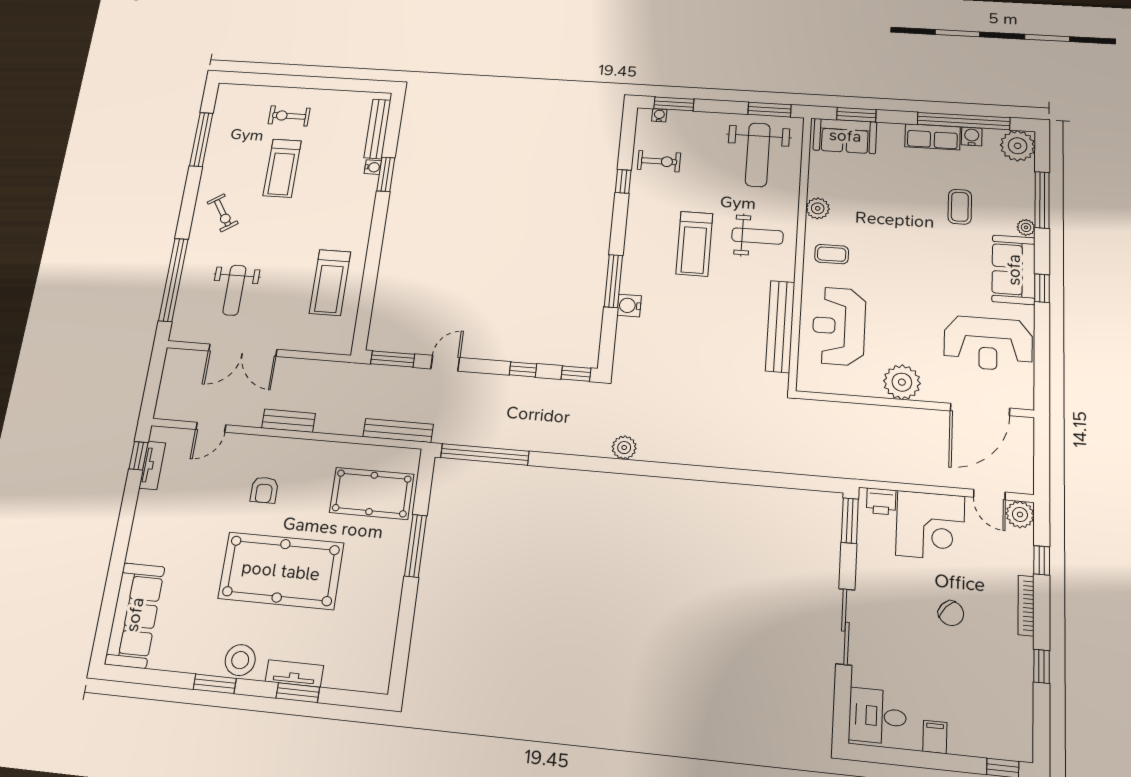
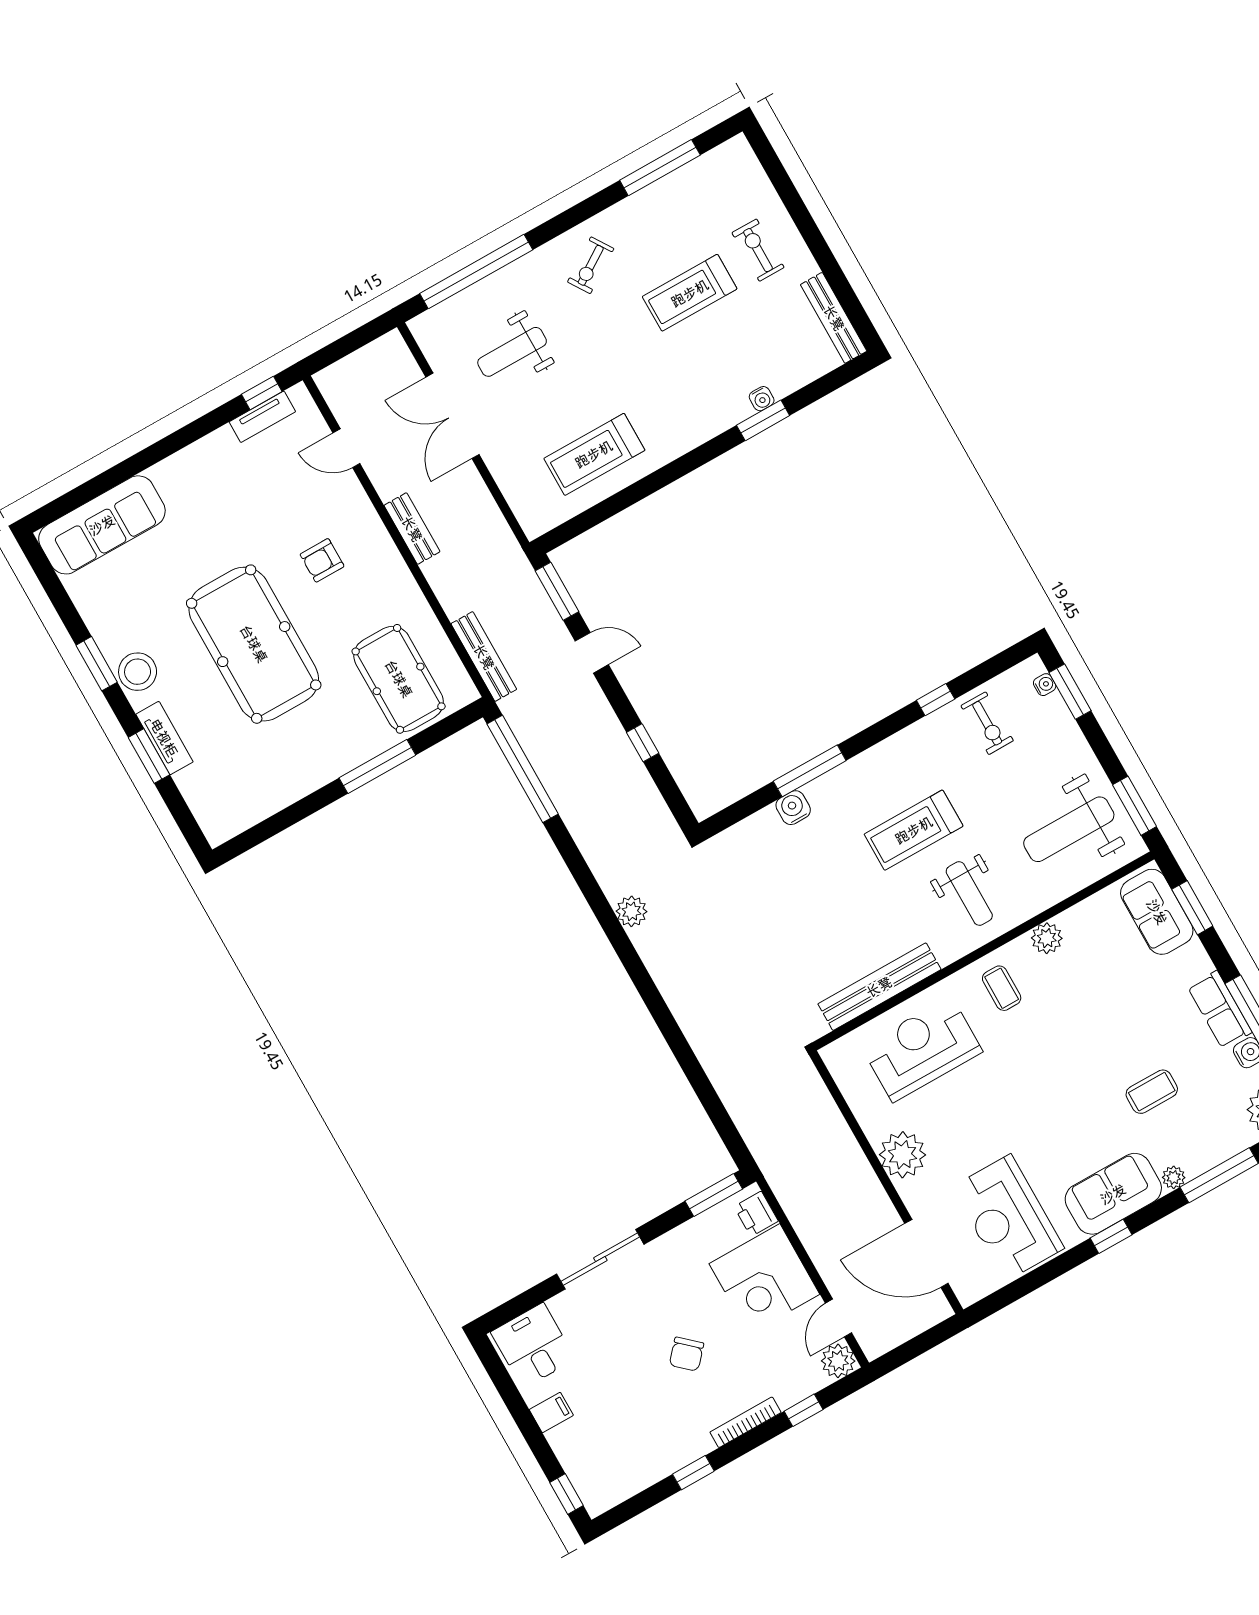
bench: (377, 129) -> (834, 318), moved, turned 90
window: (576, 374) -> (677, 804), removed

